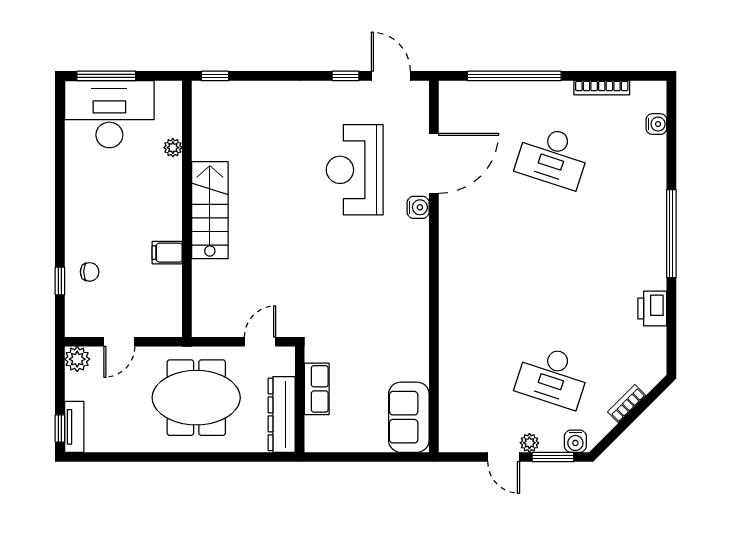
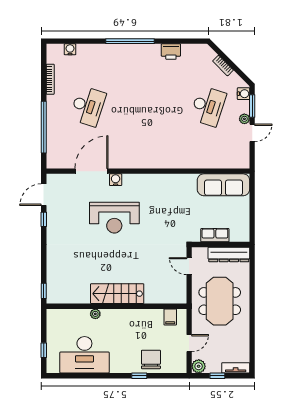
window: (106, 76) -> (44, 350), width x0.46
desk: (109, 114) -> (84, 355), moved, turned -90
plant: (173, 148) -> (95, 314), moved
door: (434, 163) -> (92, 171), hinge flipped
reception desk: (355, 170) -> (114, 218), moved
filing cabinet: (167, 253) -> (170, 317), moved
chair: (90, 272) -> (151, 359), width x1.87, depth x1.87
window: (60, 281) -> (139, 376), moved
door: (119, 342) -> (189, 343), hinge flipped
sofa: (409, 417) -> (223, 185), width x1.36
window: (60, 428) -> (217, 376), moved

